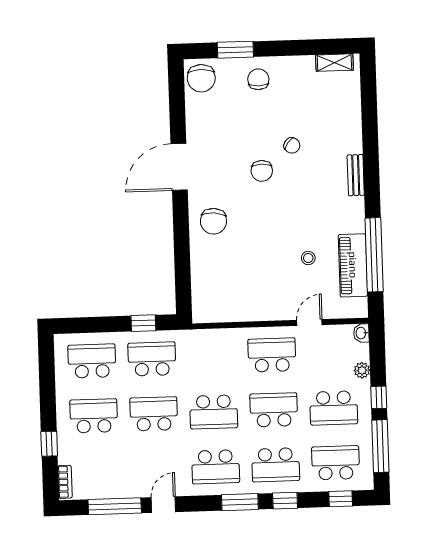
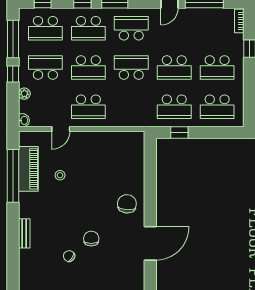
school desk: (276, 465) -> (88, 28), turned 180

